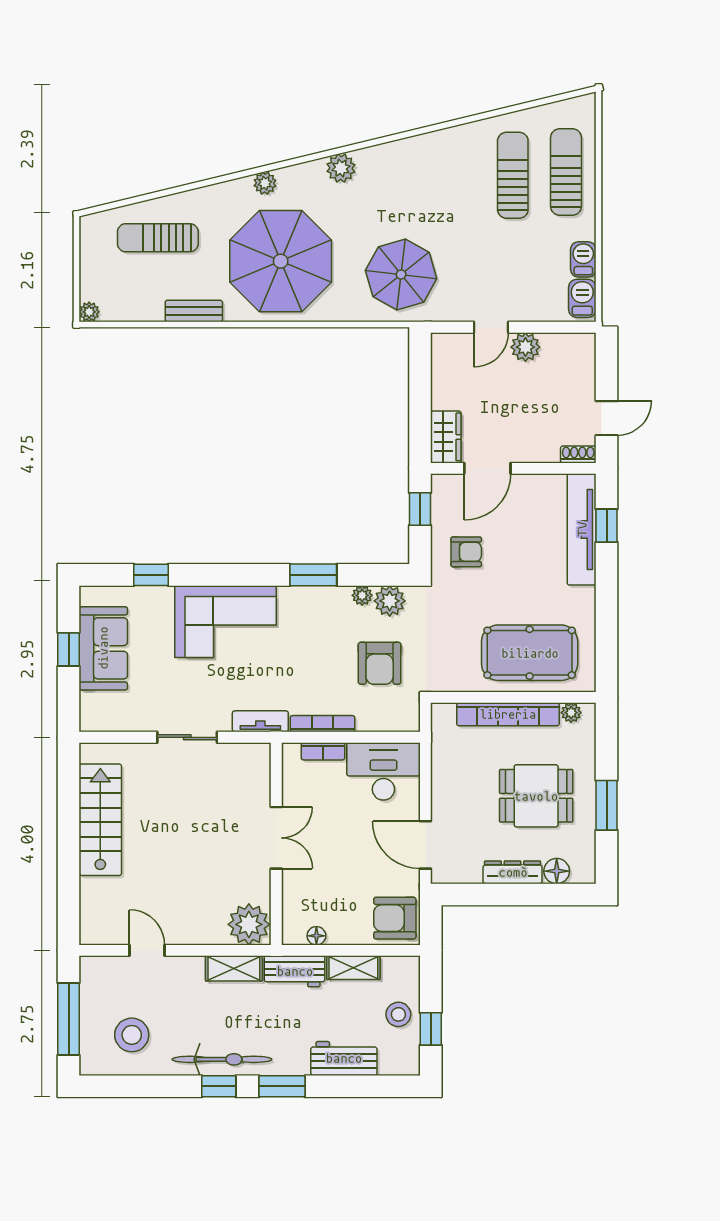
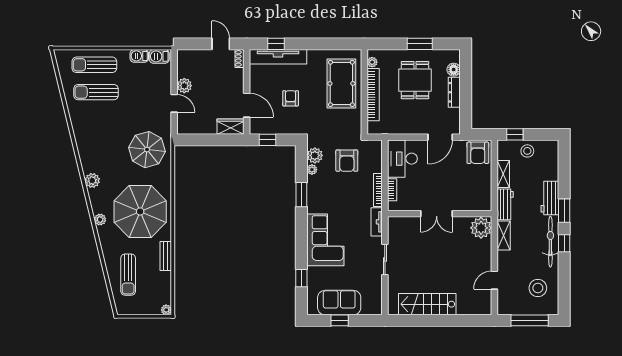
armchair: (466, 552) -> (291, 98), moved
armchair: (380, 663) -> (347, 161), turned 90
double door: (276, 838) -> (437, 214), swing flipped
floor lamp: (316, 936) -> (487, 193), removed
window: (431, 1029) -> (515, 134), moved
workbench: (344, 1058) -> (550, 198), moved

